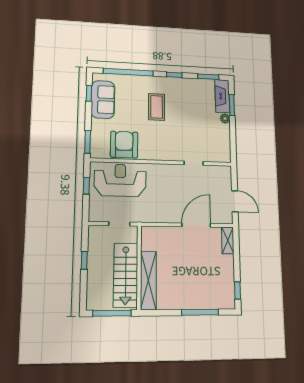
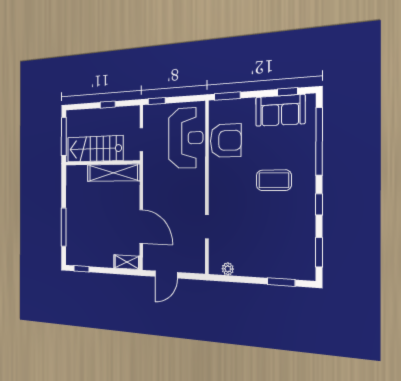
fireplace: (222, 96) -> (293, 270), removed
plant: (225, 118) -> (228, 269), moved
window: (86, 186) -> (157, 101), moved
shelving: (148, 280) -> (113, 173), moved

